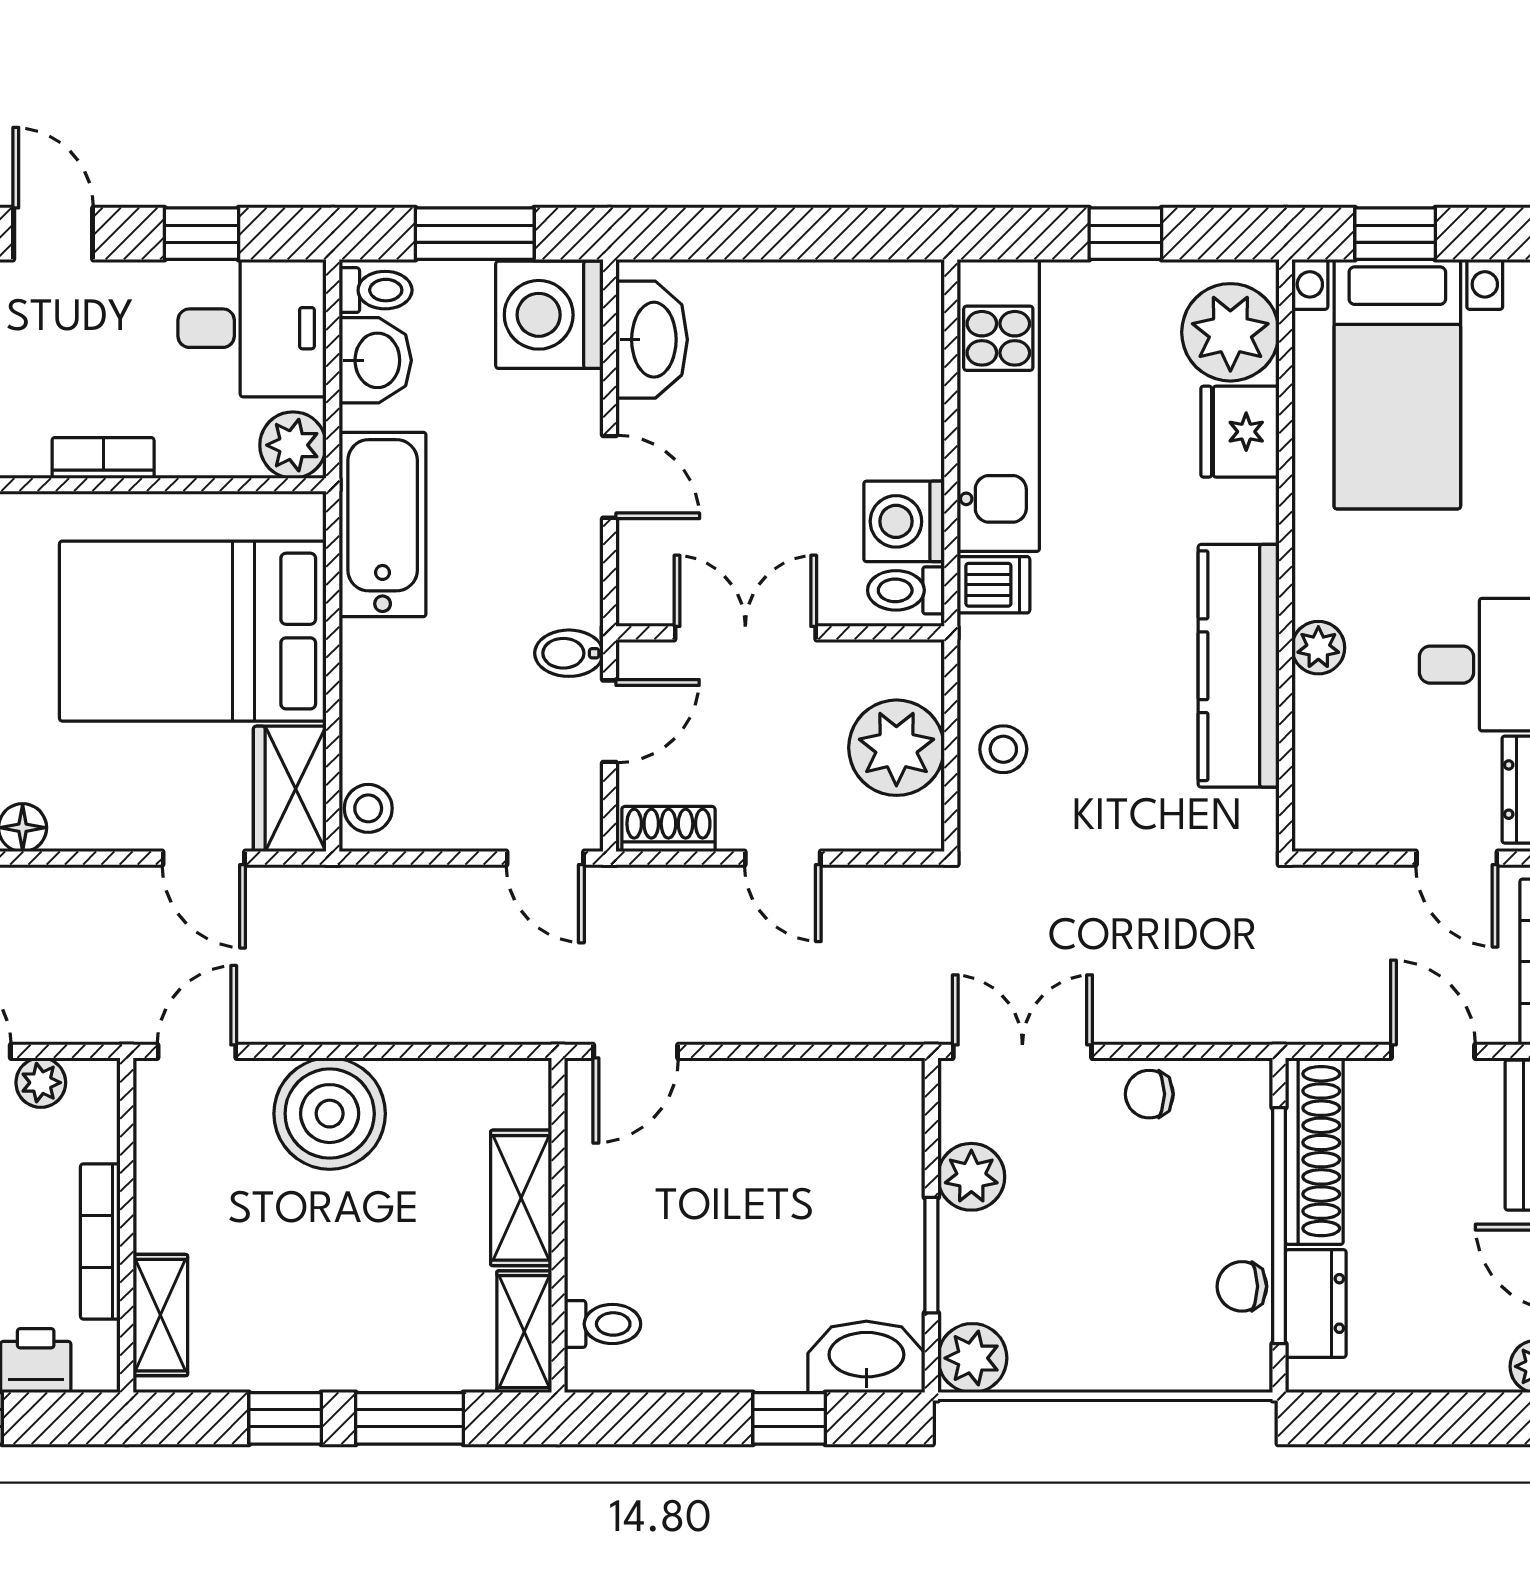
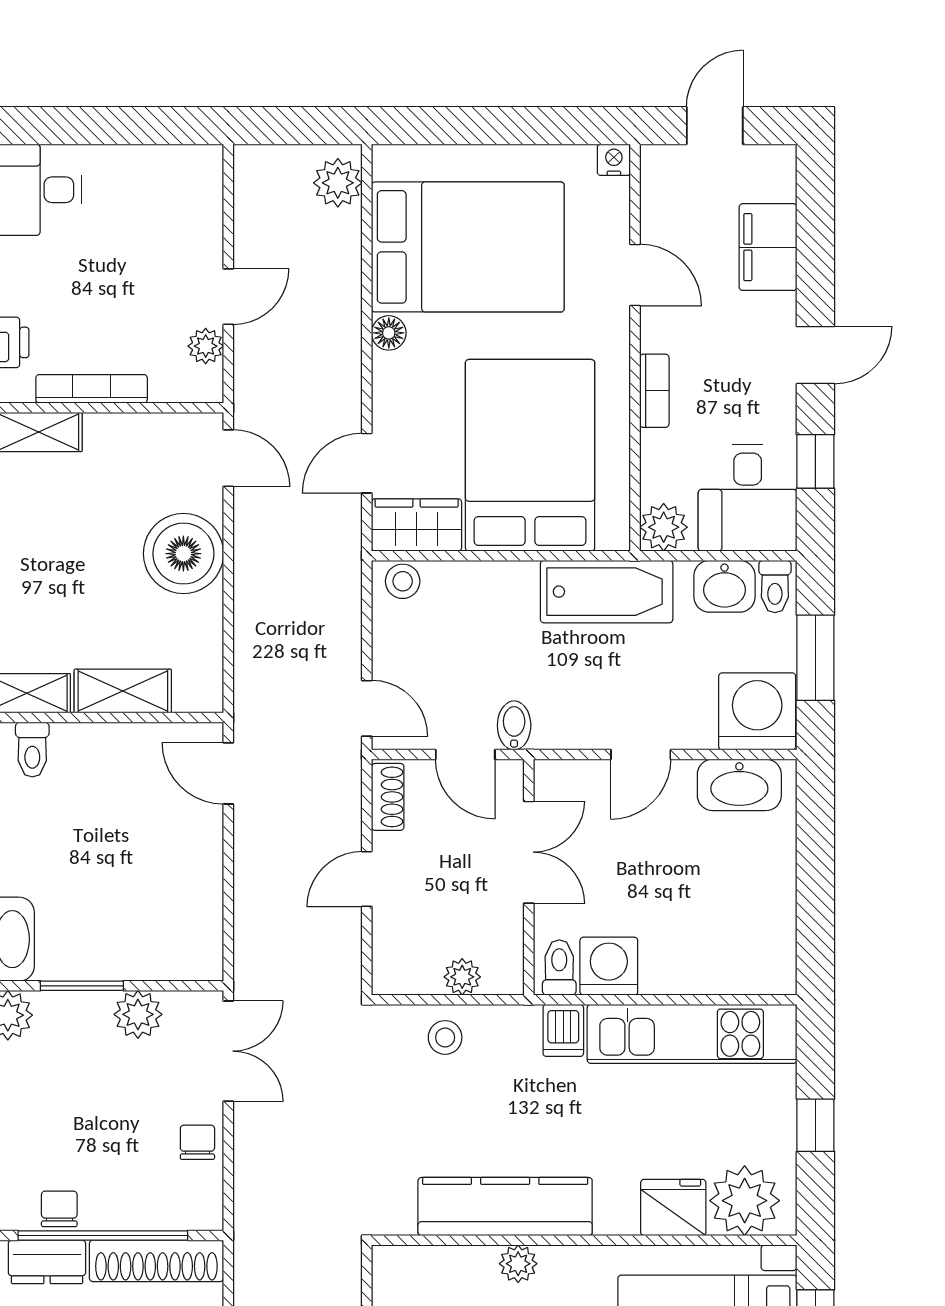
plant: (896, 748) -> (462, 977), width x0.53, depth x0.53
door: (545, 858) -> (367, 708), swing flipped

